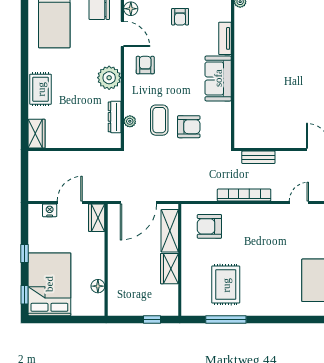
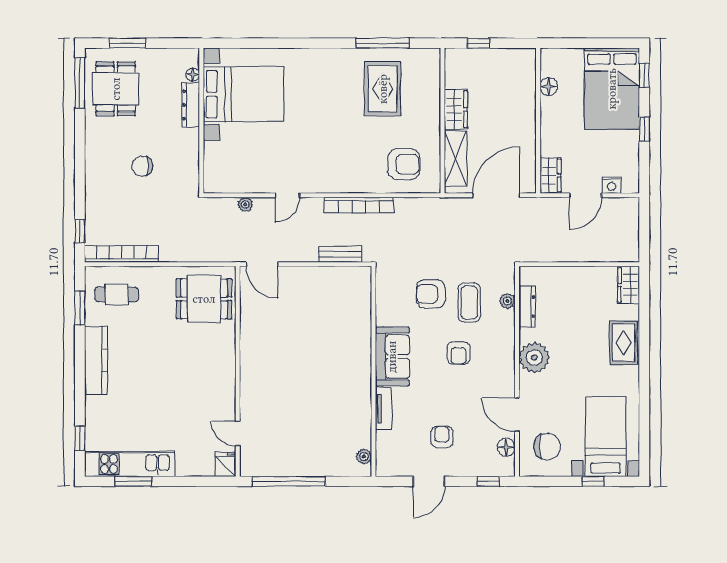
armchair: (145, 65) -> (459, 353), moved

